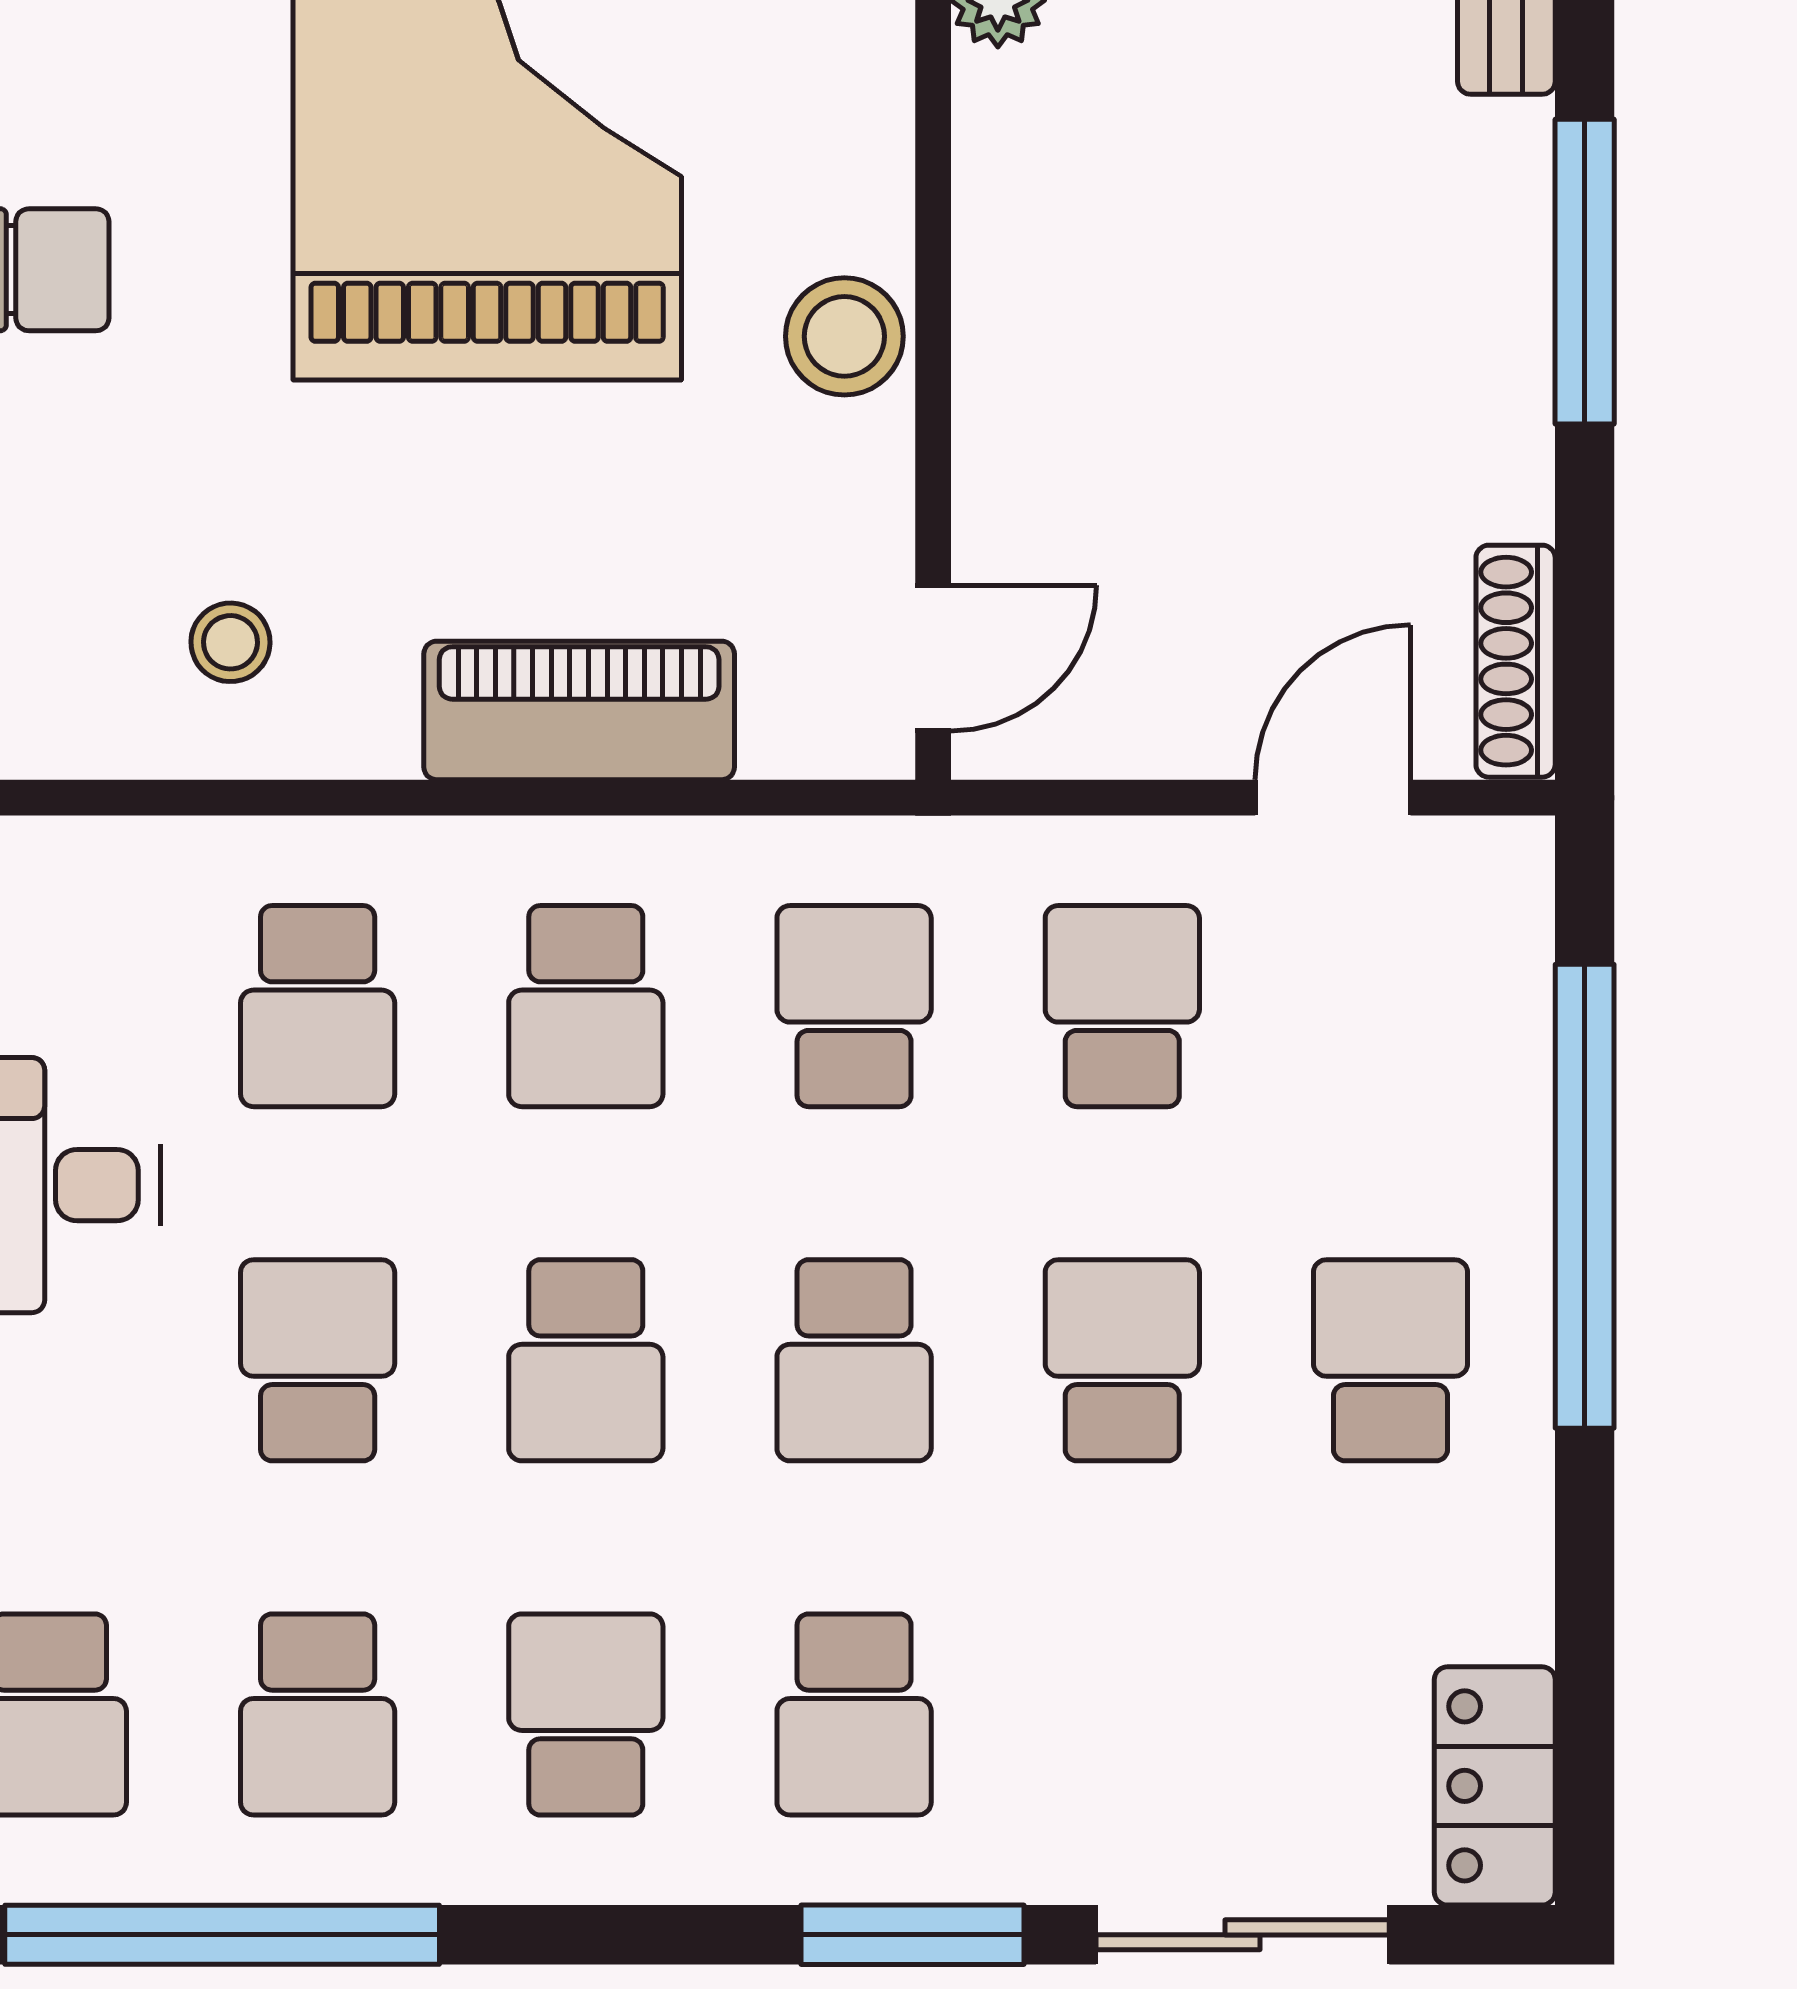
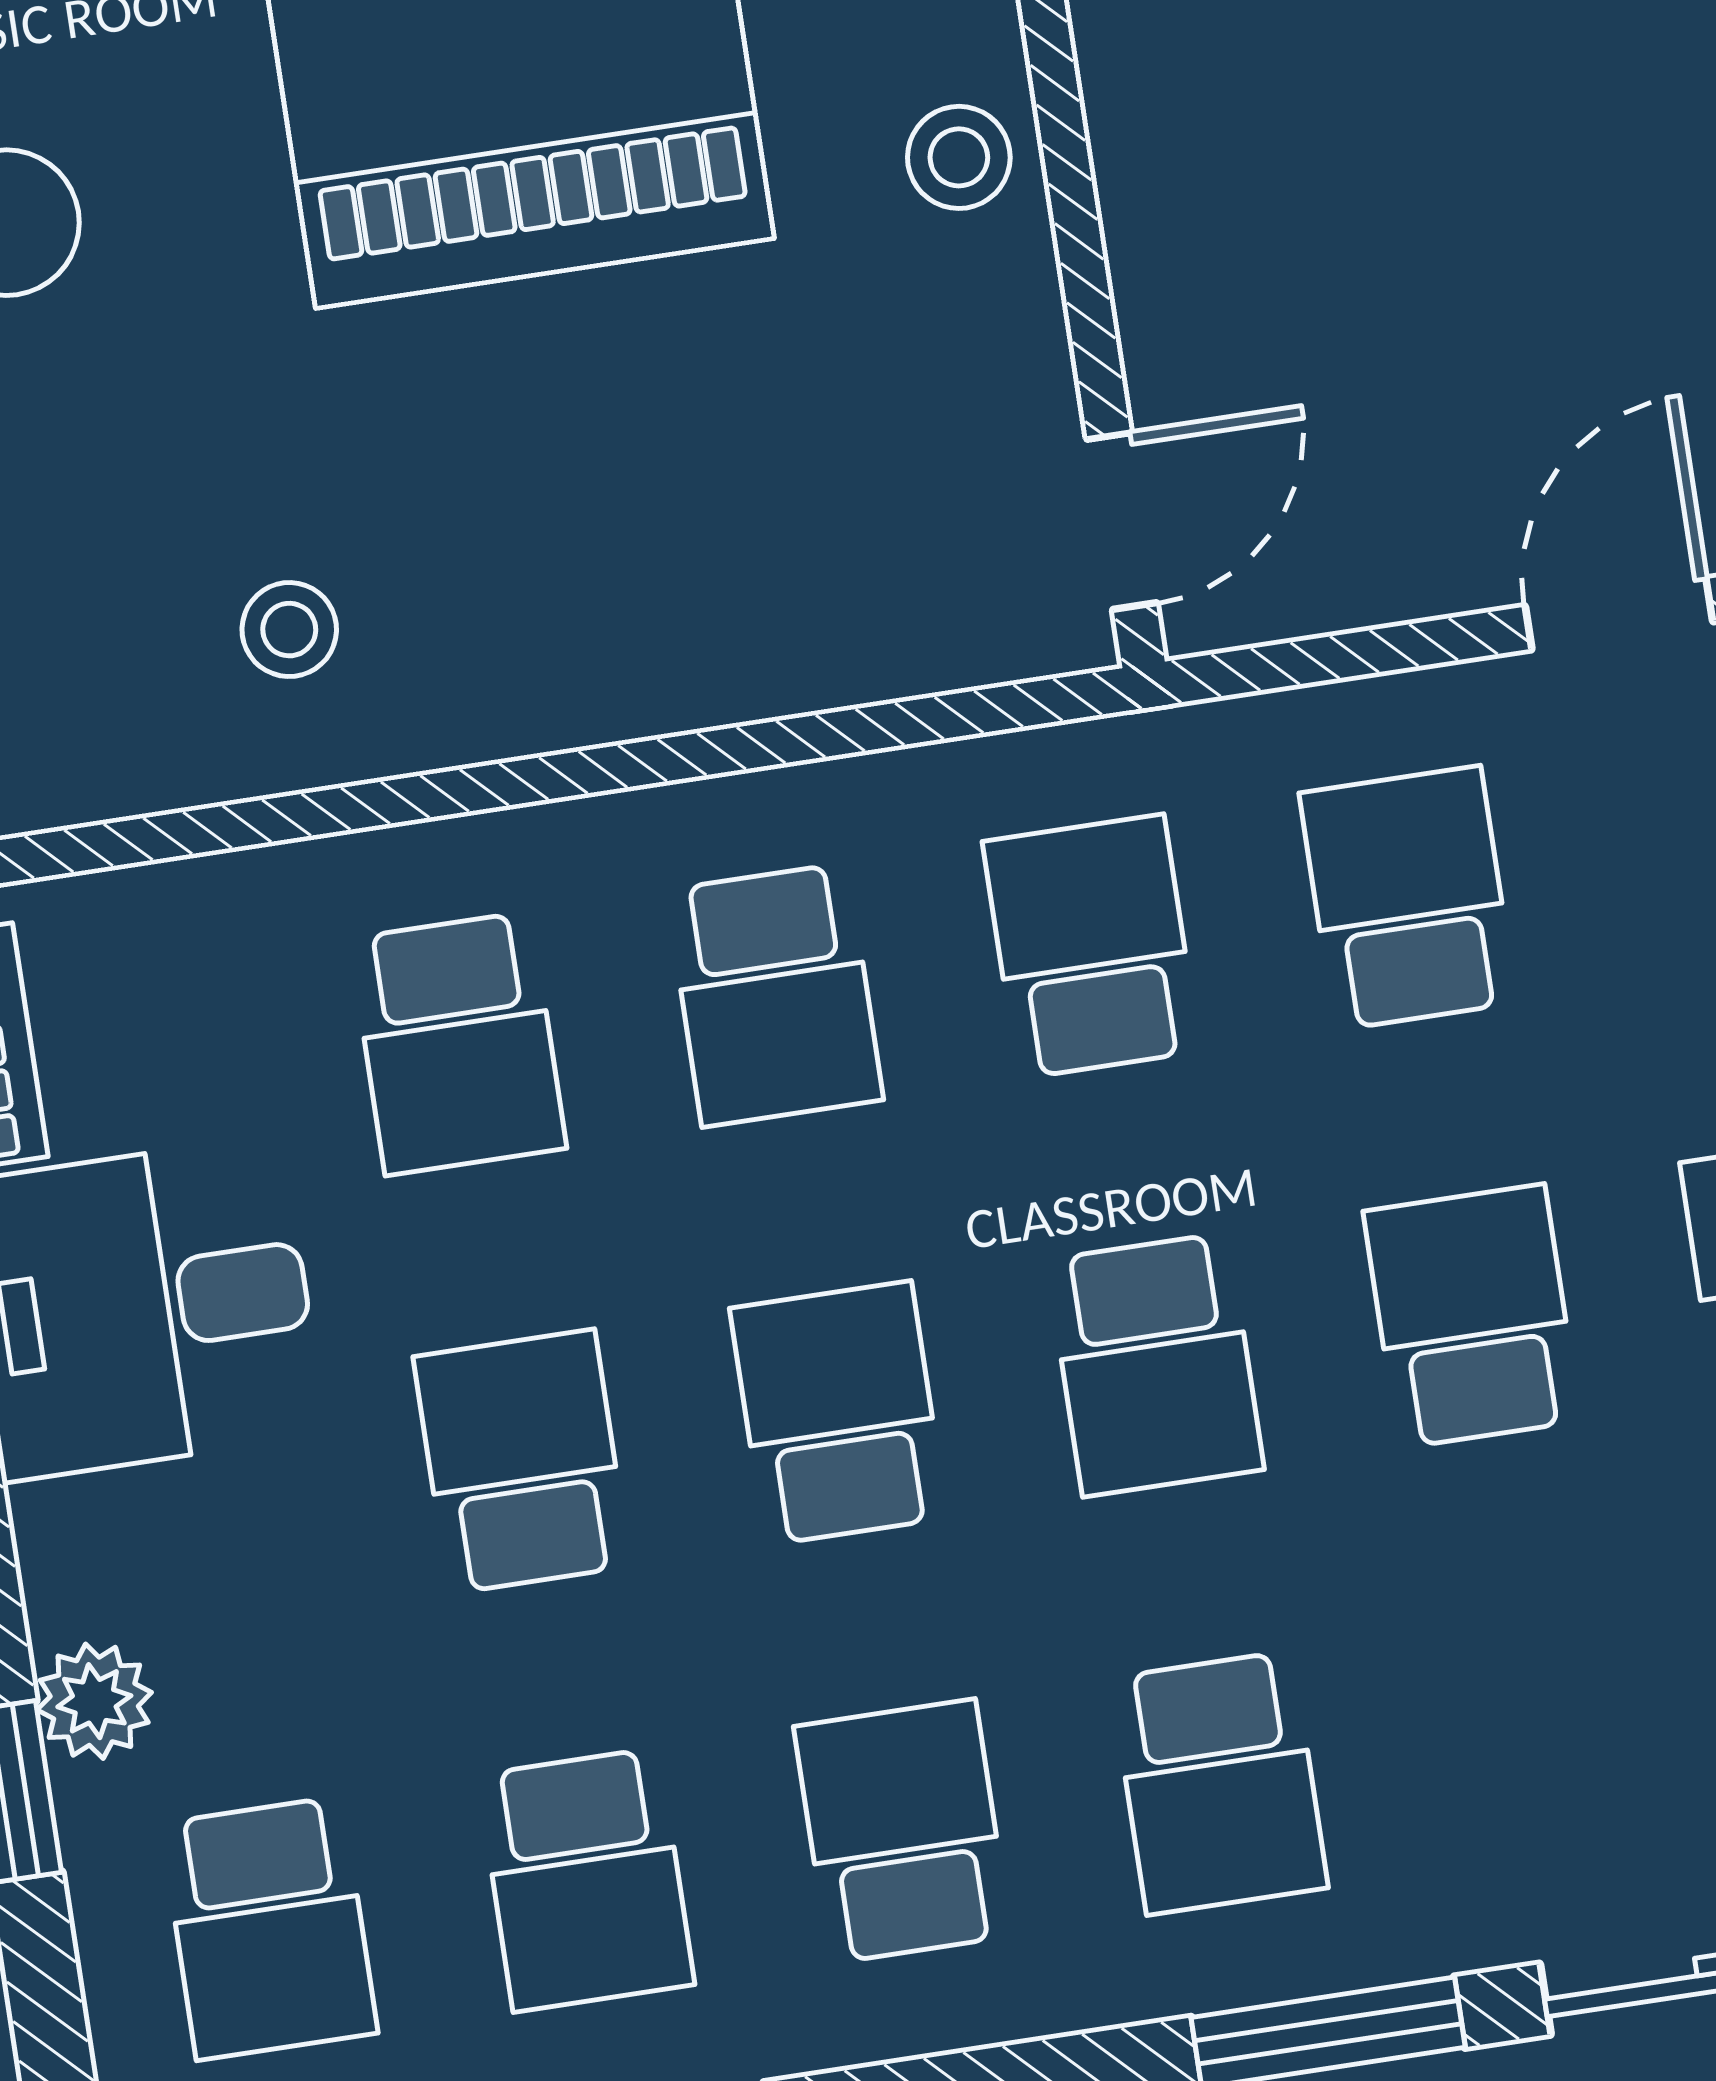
stool: (844, 336) -> (959, 157), width x0.73, depth x0.73
piano: (579, 710) -> (713, 647), removed
school desk: (586, 1360) -> (839, 1413), turned 180

